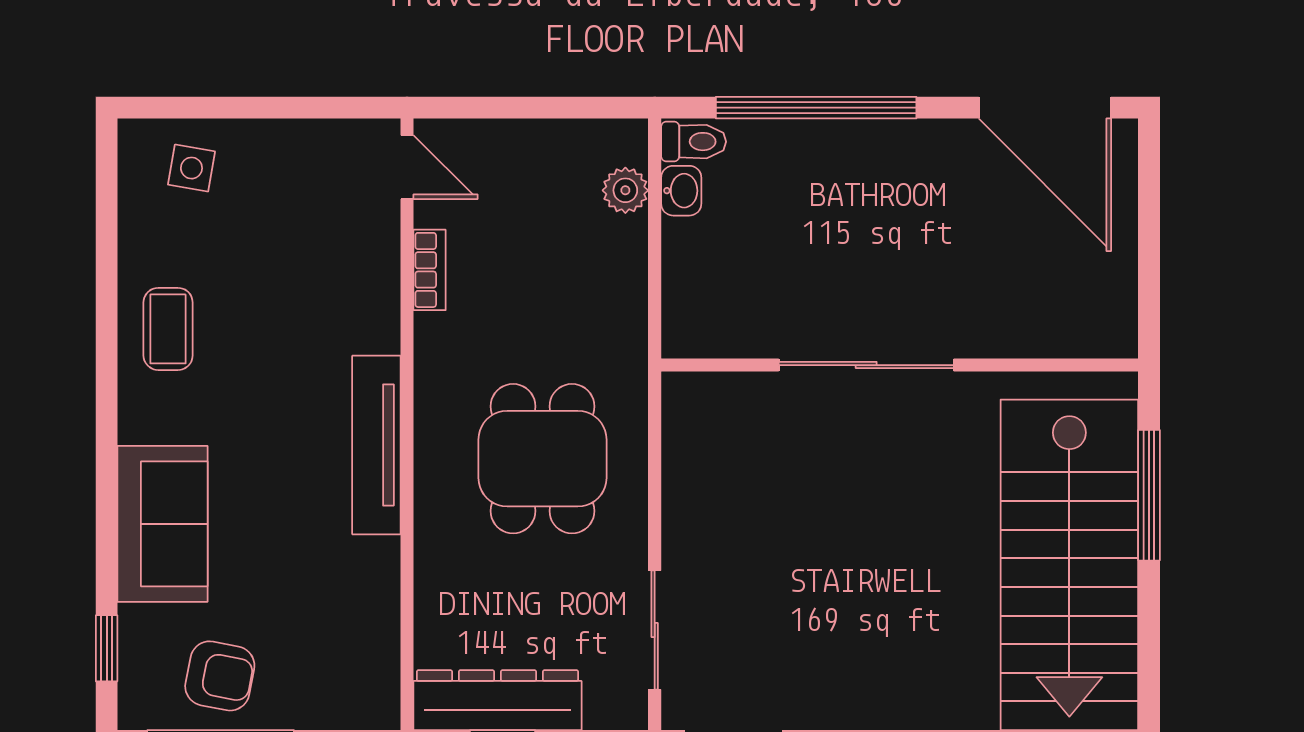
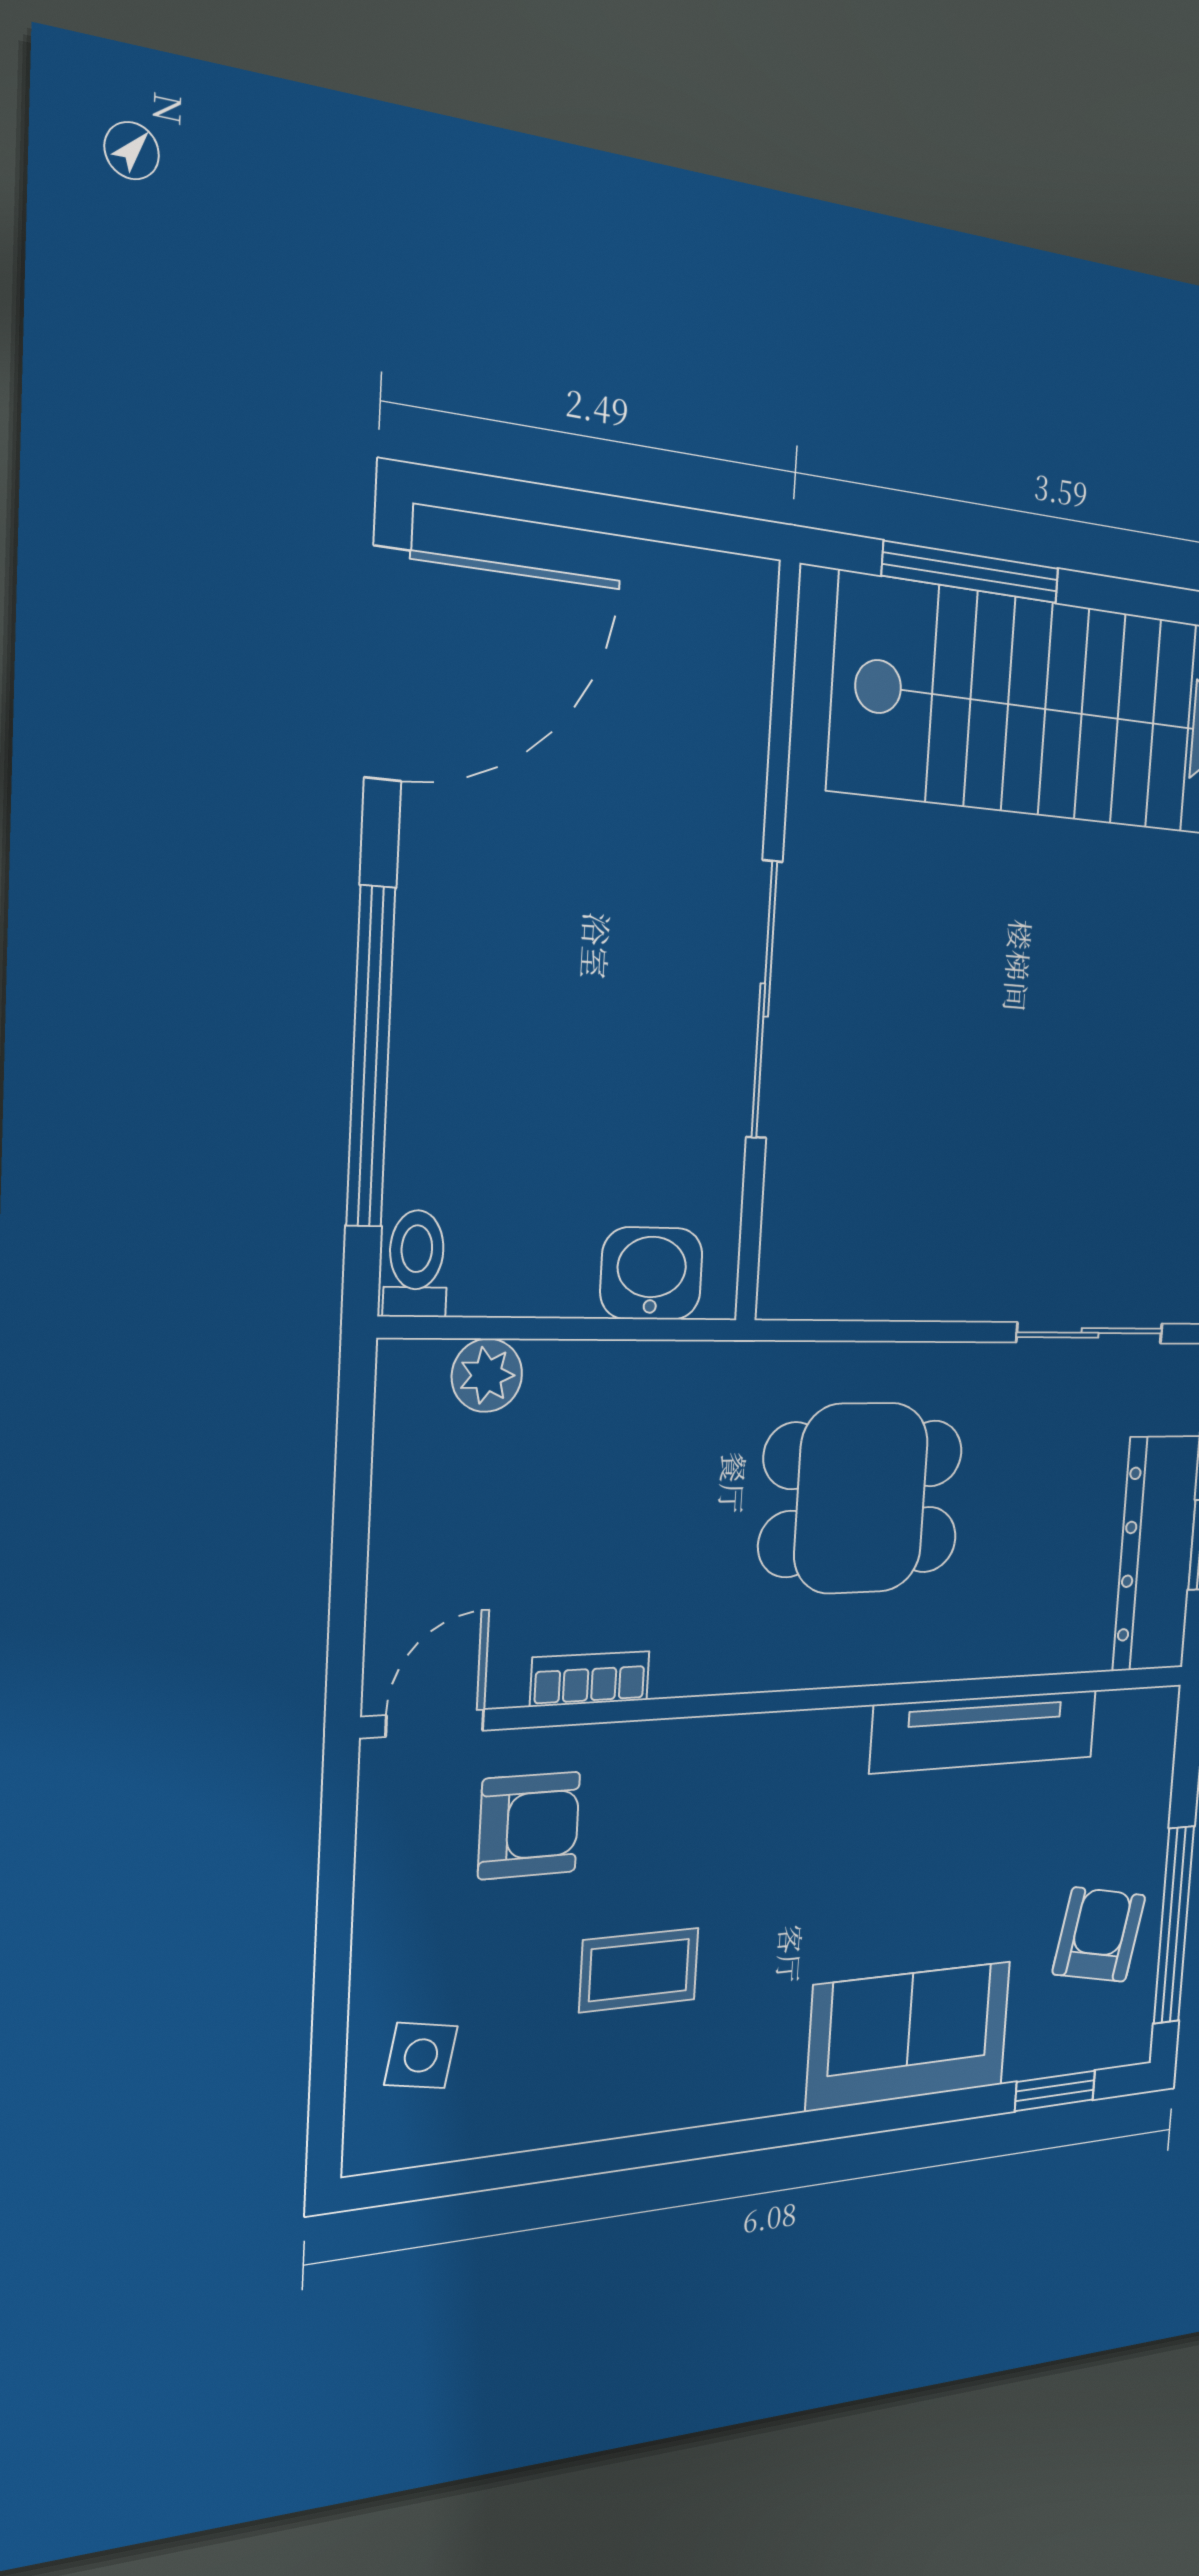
washbasin: (681, 191) -> (652, 1273), moved, width x1.38, depth x1.45
armchair: (336, 233) -> (529, 1825), added
coffee table: (168, 329) -> (639, 1970), moved
tv unit: (376, 445) -> (985, 1731), moved

